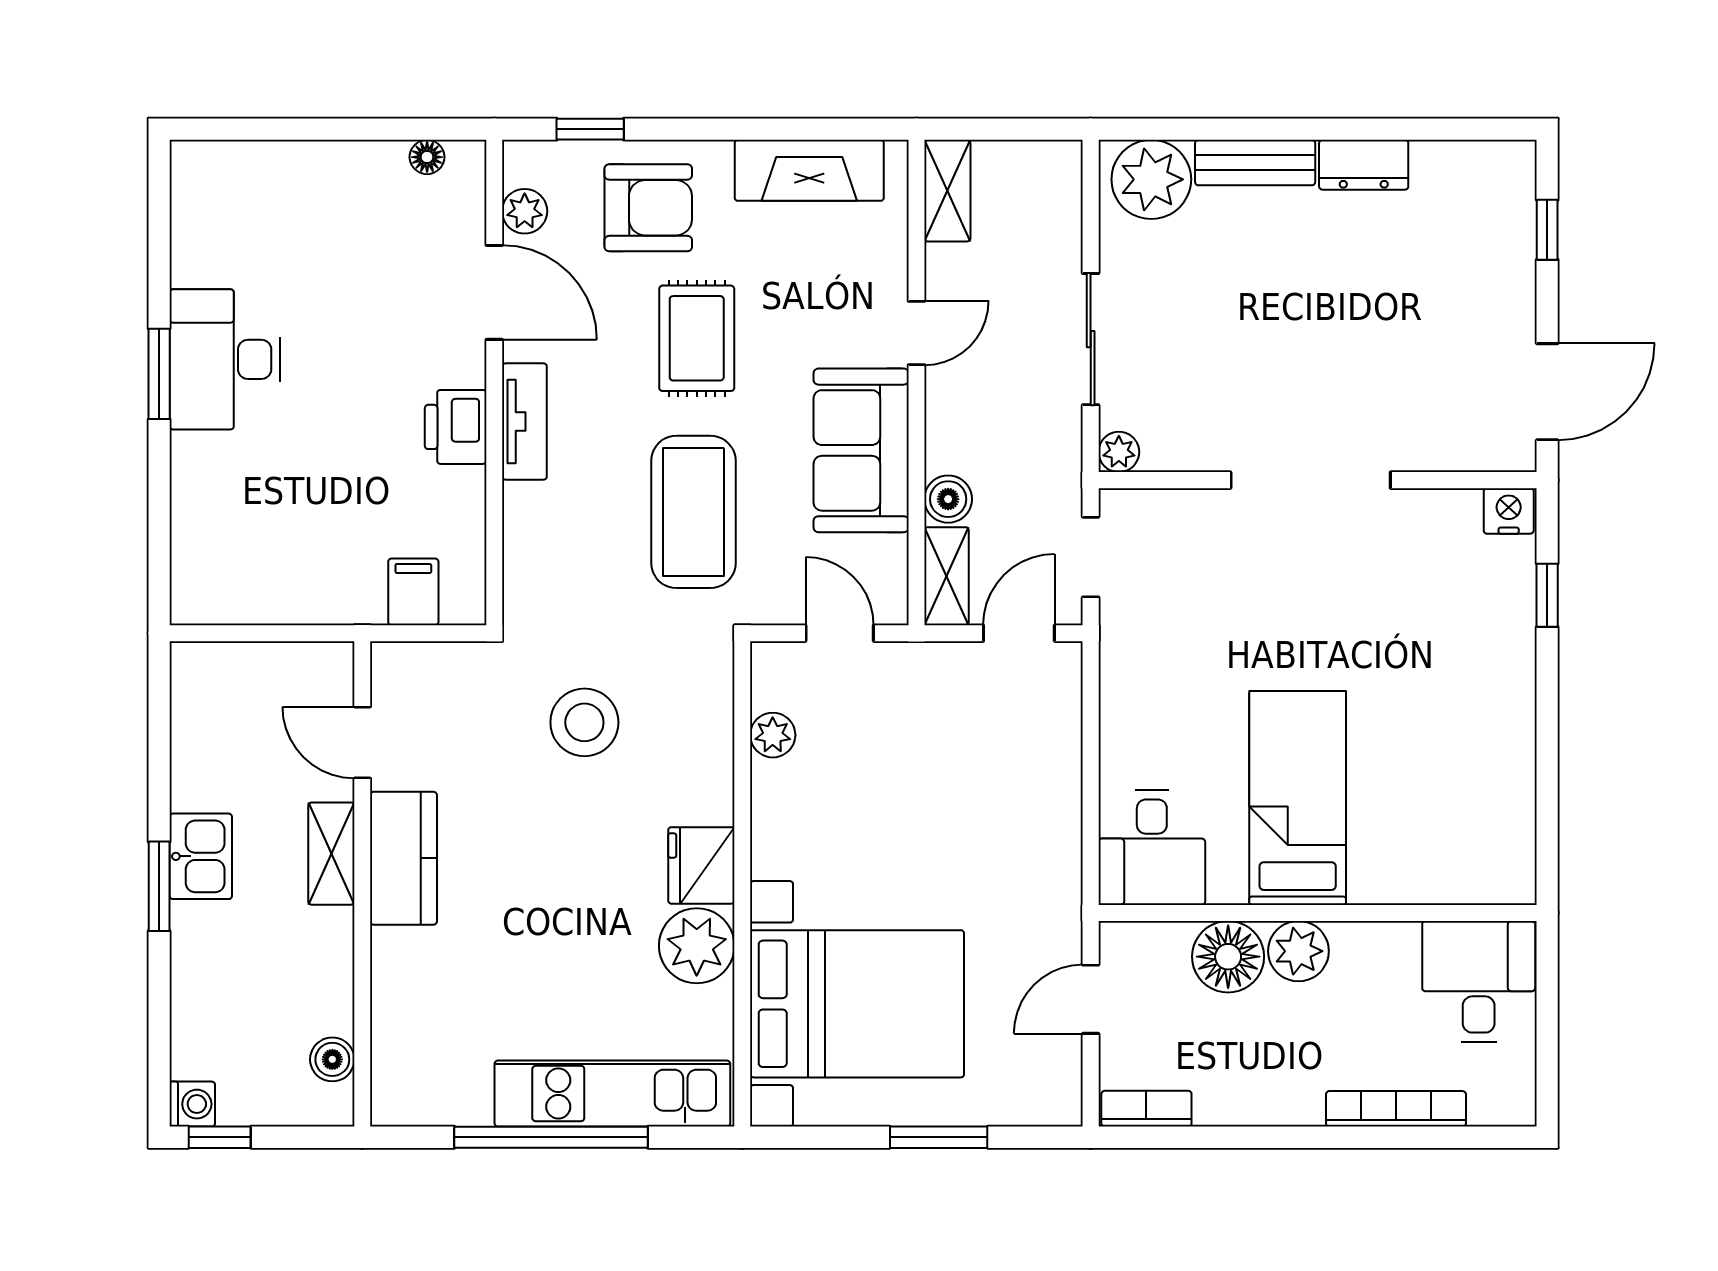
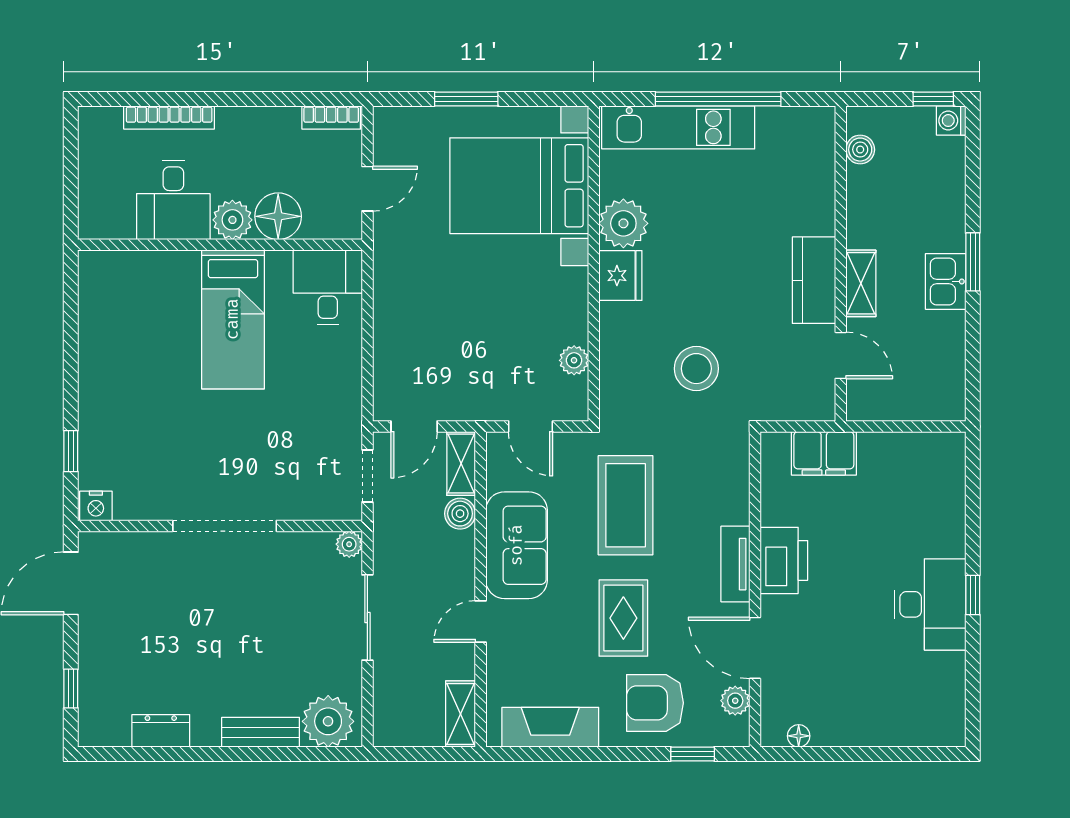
dresser: (1364, 165) -> (161, 731), moved
window: (159, 374) -> (973, 595), width x0.67
printer: (456, 427) -> (784, 560), width x1.37, depth x1.19
filing cabinet: (413, 592) -> (824, 453), width x2.00
desk: (1479, 982) -> (173, 200), moved

